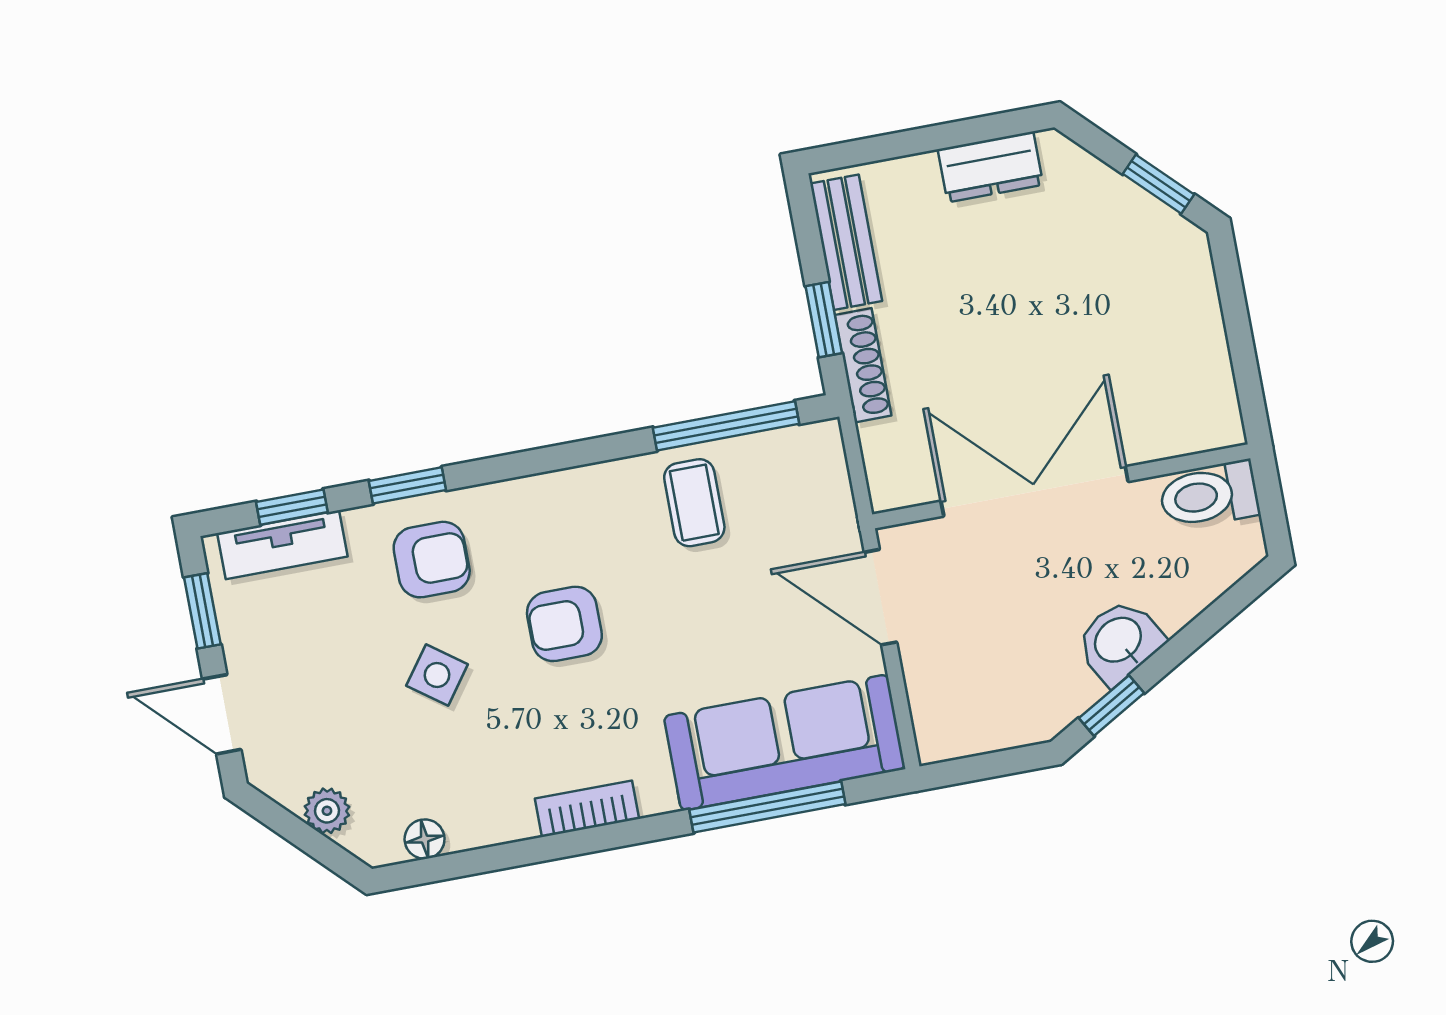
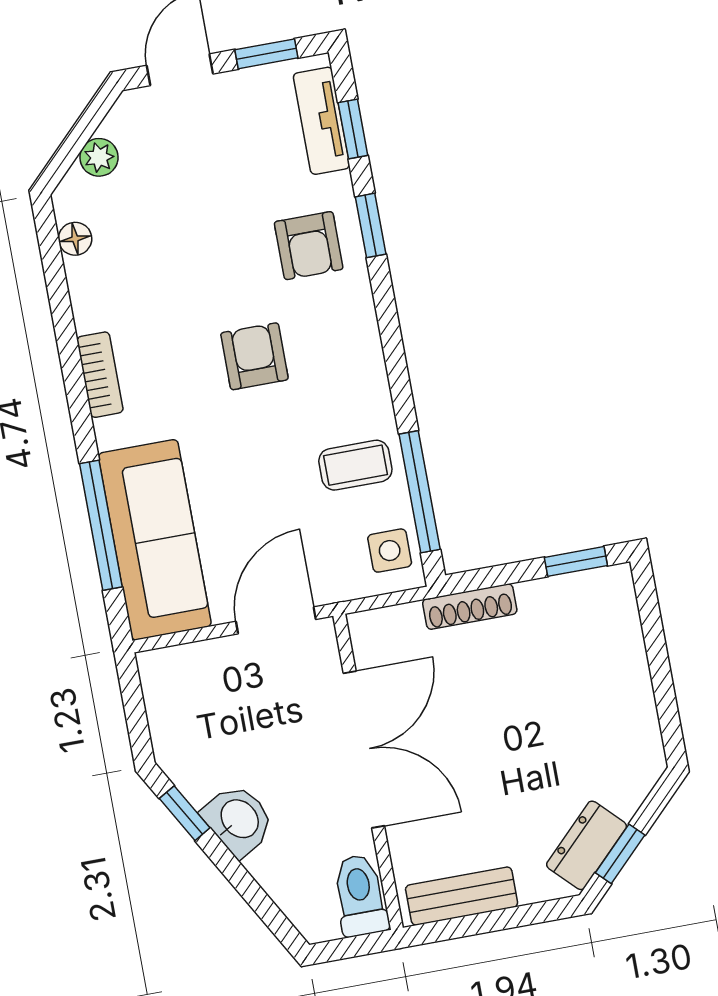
dresser: (990, 167) -> (587, 845), moved, turned 45
bench: (846, 242) -> (462, 896), moved
window: (824, 320) -> (576, 561), moved
side table: (437, 675) -> (390, 551), moved, turned -36

